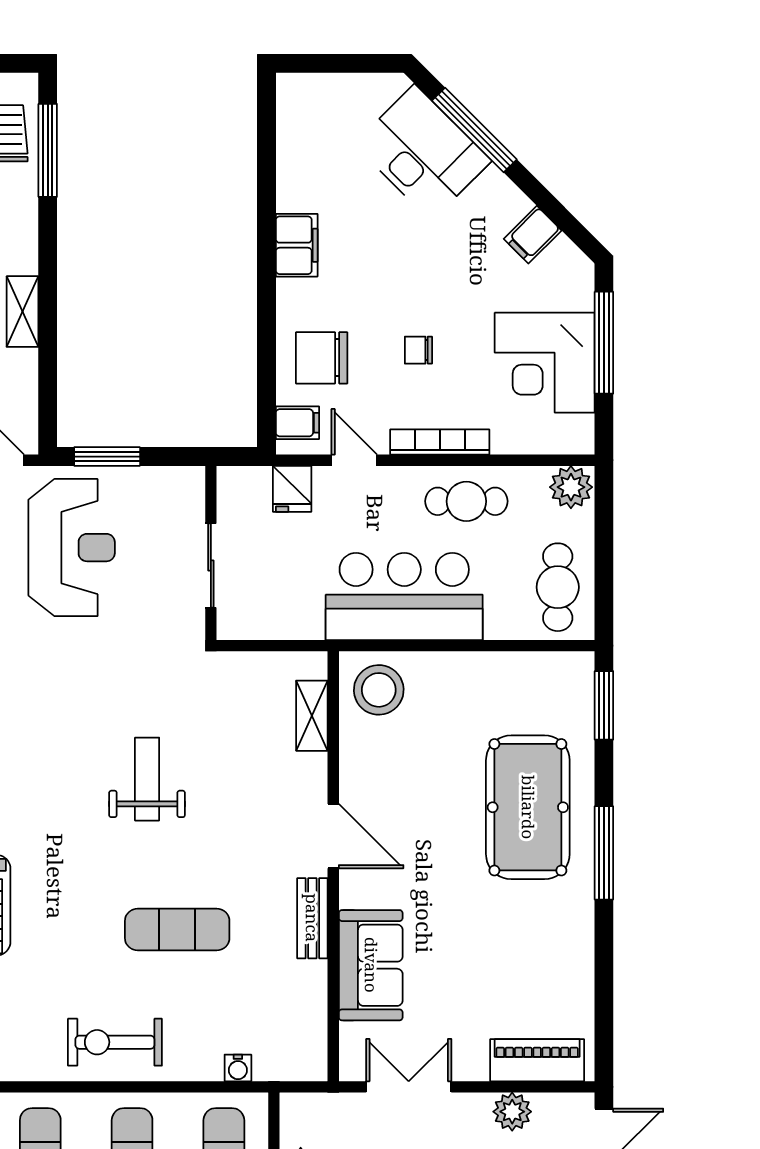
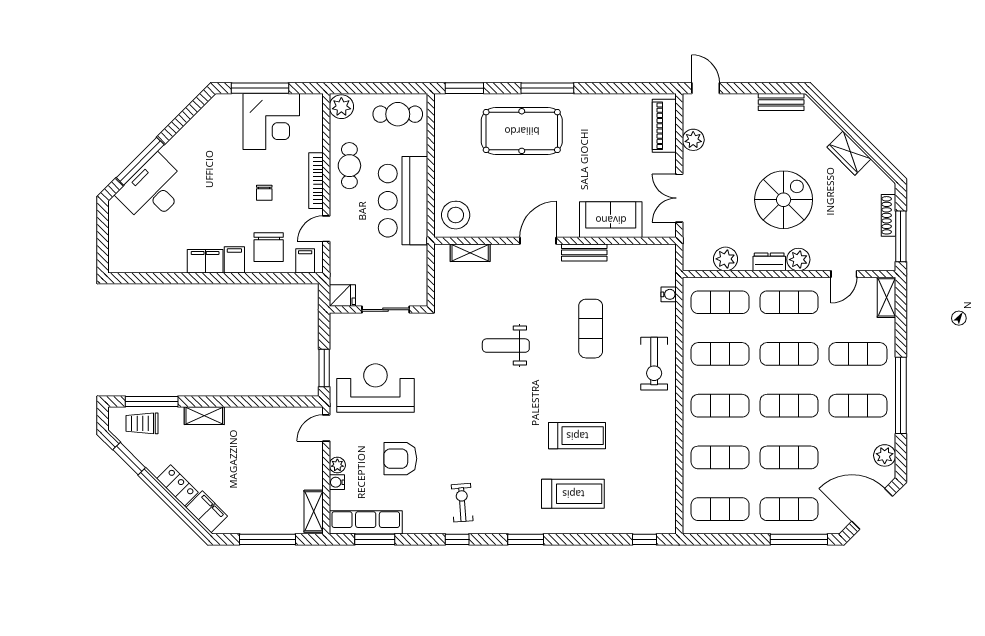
filing cabinet: (533, 235) -> (234, 260), moved, turned -135
shelving: (23, 312) -> (204, 416), moved
fridge: (292, 489) -> (342, 296), moved

